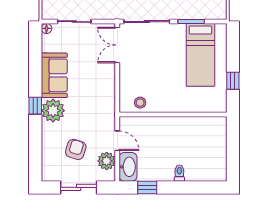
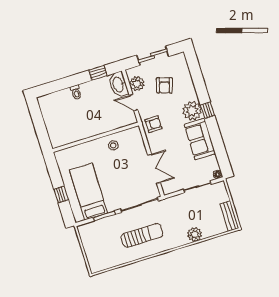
double door: (117, 45) -> (154, 169), moved
window: (233, 81) -> (61, 195), moved
stool: (140, 103) -> (113, 145), moved
armchair: (102, 109) -> (153, 124), added

